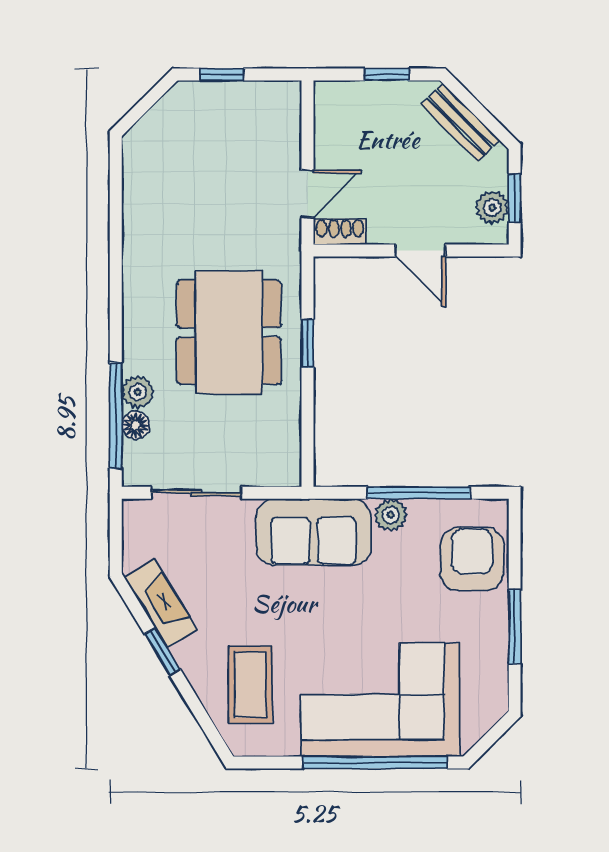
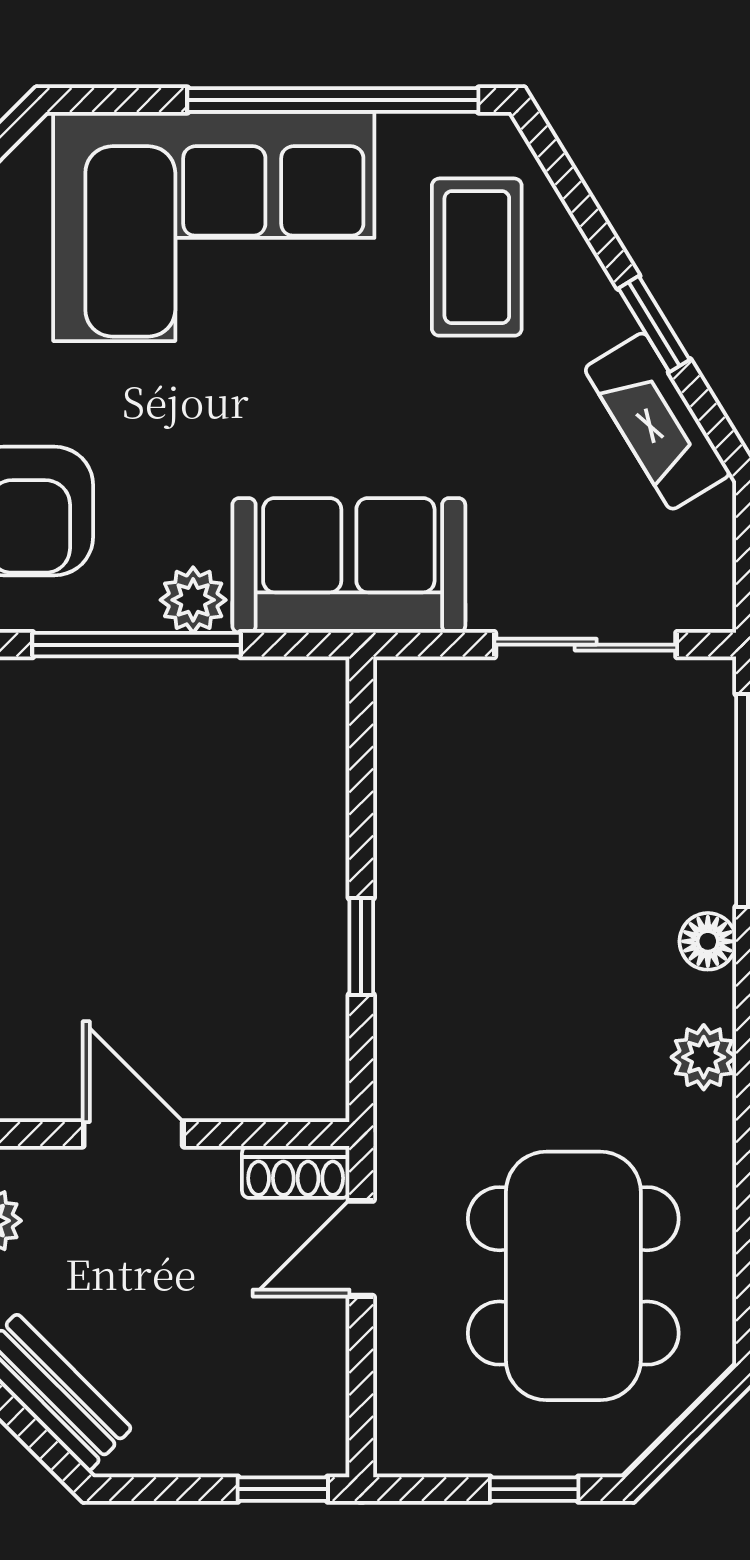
window: (387, 74) -> (283, 1489), moved
dining table: (229, 332) -> (573, 1276), moved
plant: (138, 392) -> (704, 1057), moved
floor lamp: (136, 425) -> (708, 941), moved
window: (375, 763) -> (333, 100), moved

